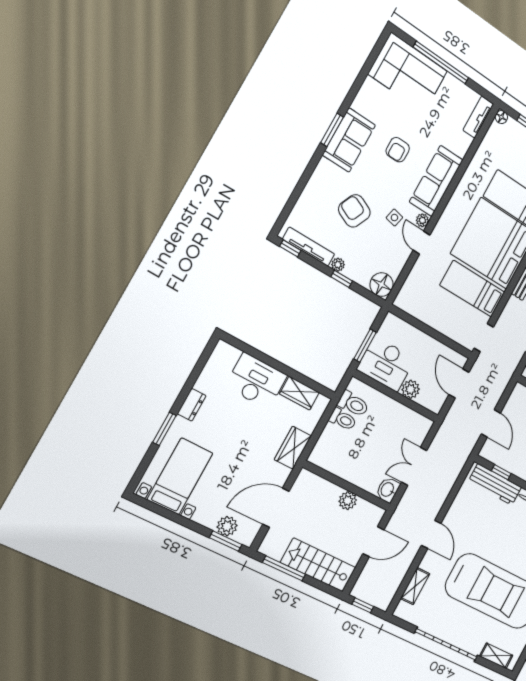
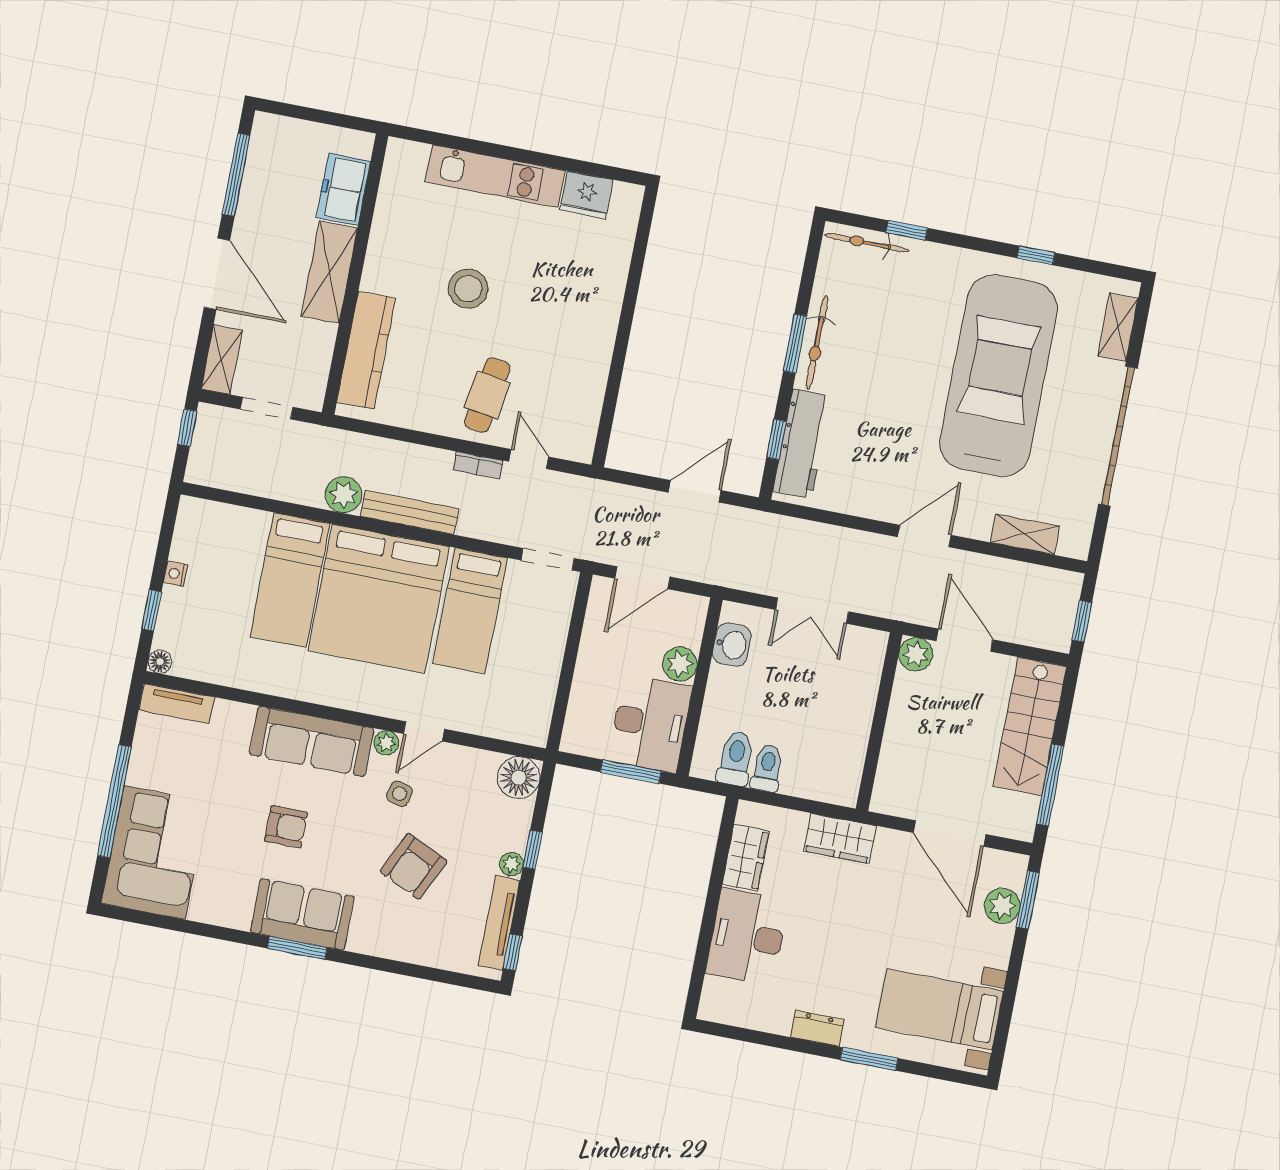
washbasin: (388, 490) -> (732, 645), moved, turned -90
plant: (348, 501) -> (916, 654), moved

